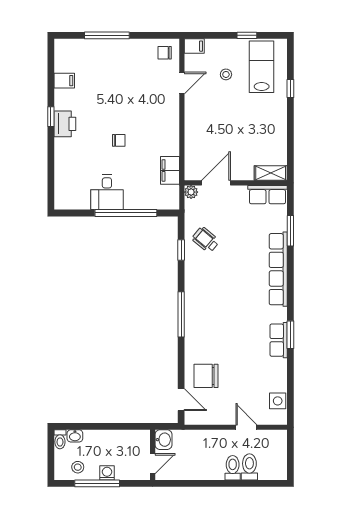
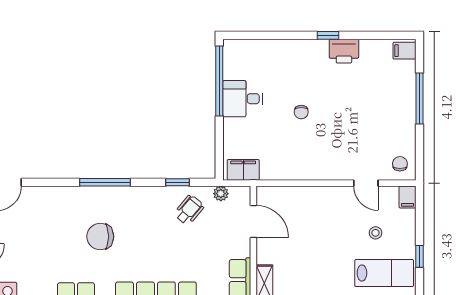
filing cabinet: (64, 81) -> (404, 51), moved, turned 90
printer: (65, 124) -> (344, 51), moved
filing cabinet: (170, 170) -> (243, 170), moved
plant: (191, 192) -> (221, 194), moved
window: (126, 213) -> (219, 81), moved
chair: (206, 376) -> (100, 237), moved, turned -90

